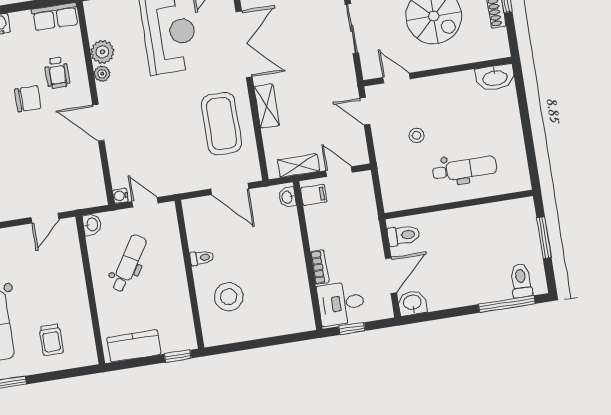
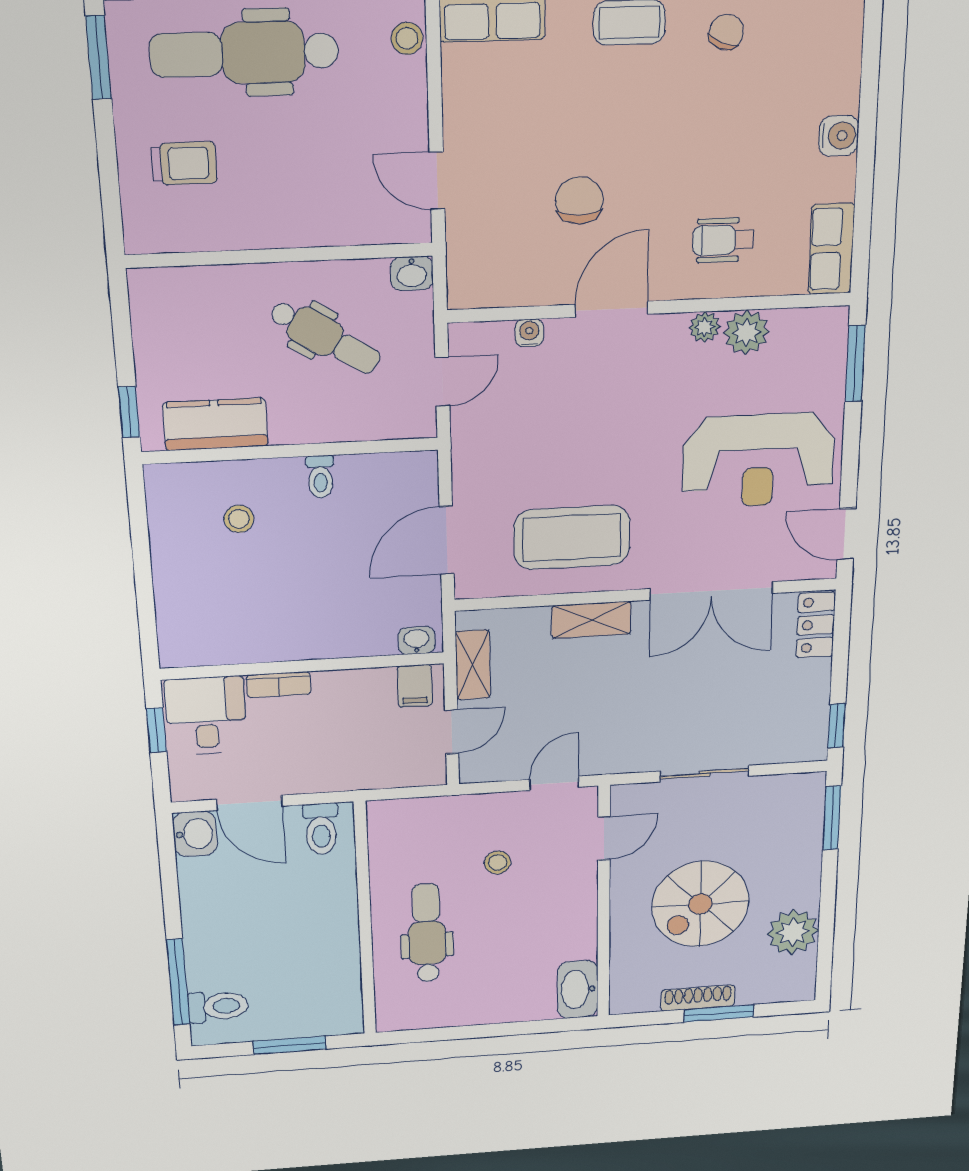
chair: (28, 99) -> (579, 200), moved, turned 180
dental chair: (465, 169) -> (427, 933), turned 180
water cooler: (120, 196) -> (529, 333), moved
stool: (229, 297) -> (239, 519), width x0.53, depth x0.53
trolley: (51, 340) -> (184, 163), turned 180
kitchen counter: (134, 346) -> (215, 424), moved, turned -90

